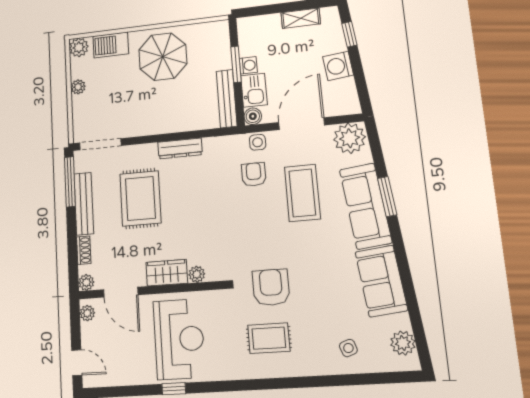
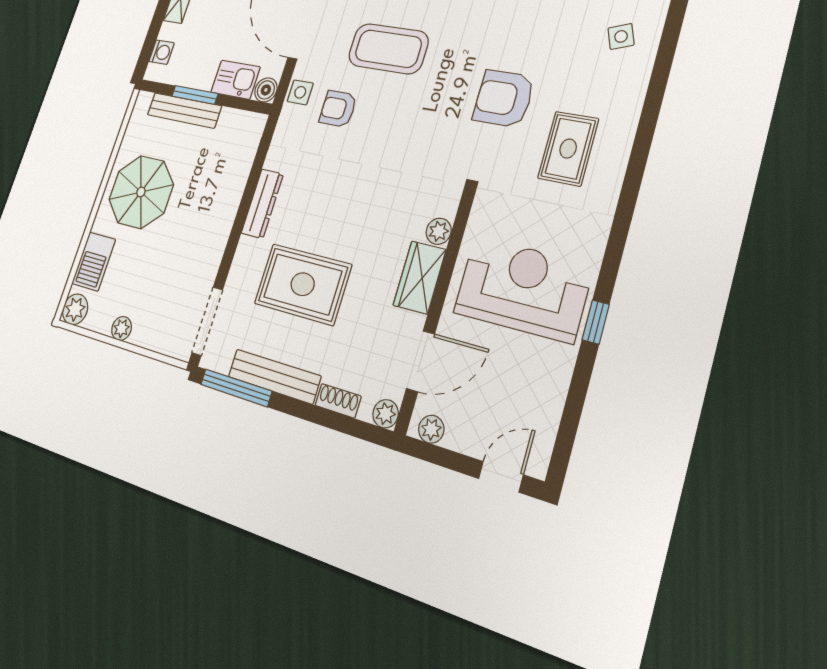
washing machine: (248, 65) -> (162, 52), moved, turned 90
bench: (227, 99) -> (184, 110), moved
armchair: (271, 287) -> (504, 99), moved

